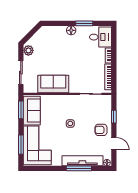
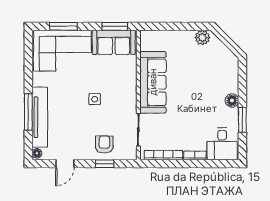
sliding door: (21, 73) -> (170, 26), removed
sofa: (53, 84) -> (153, 82), width x1.36
armchair: (101, 130) -> (104, 145), moved

